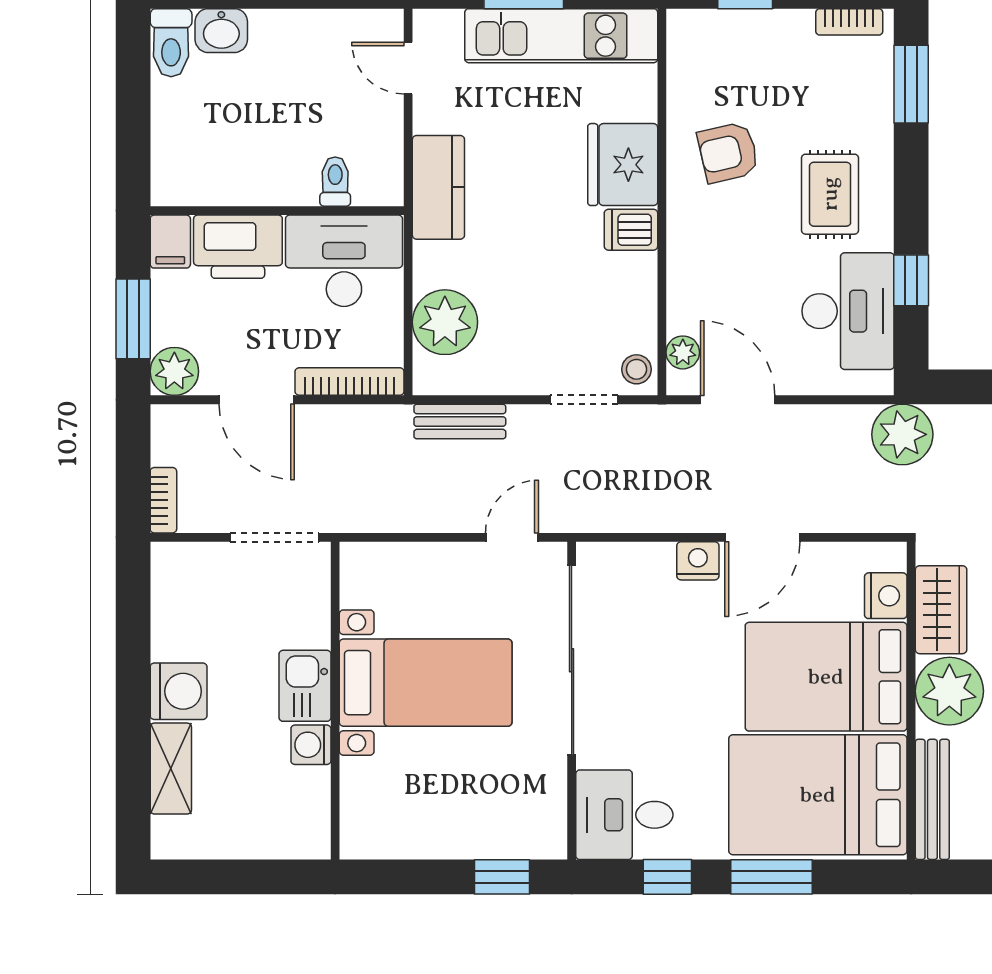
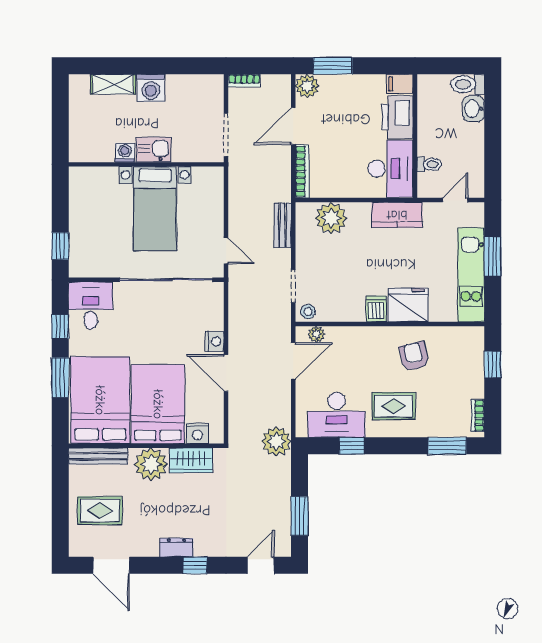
toilet: (335, 182) -> (429, 164), moved
wall: (277, 211) -> (415, 136), moved
filing cabinet: (170, 242) -> (400, 84), moved
printer: (238, 247) -> (397, 117), moved
desk: (344, 261) -> (391, 169), moved

